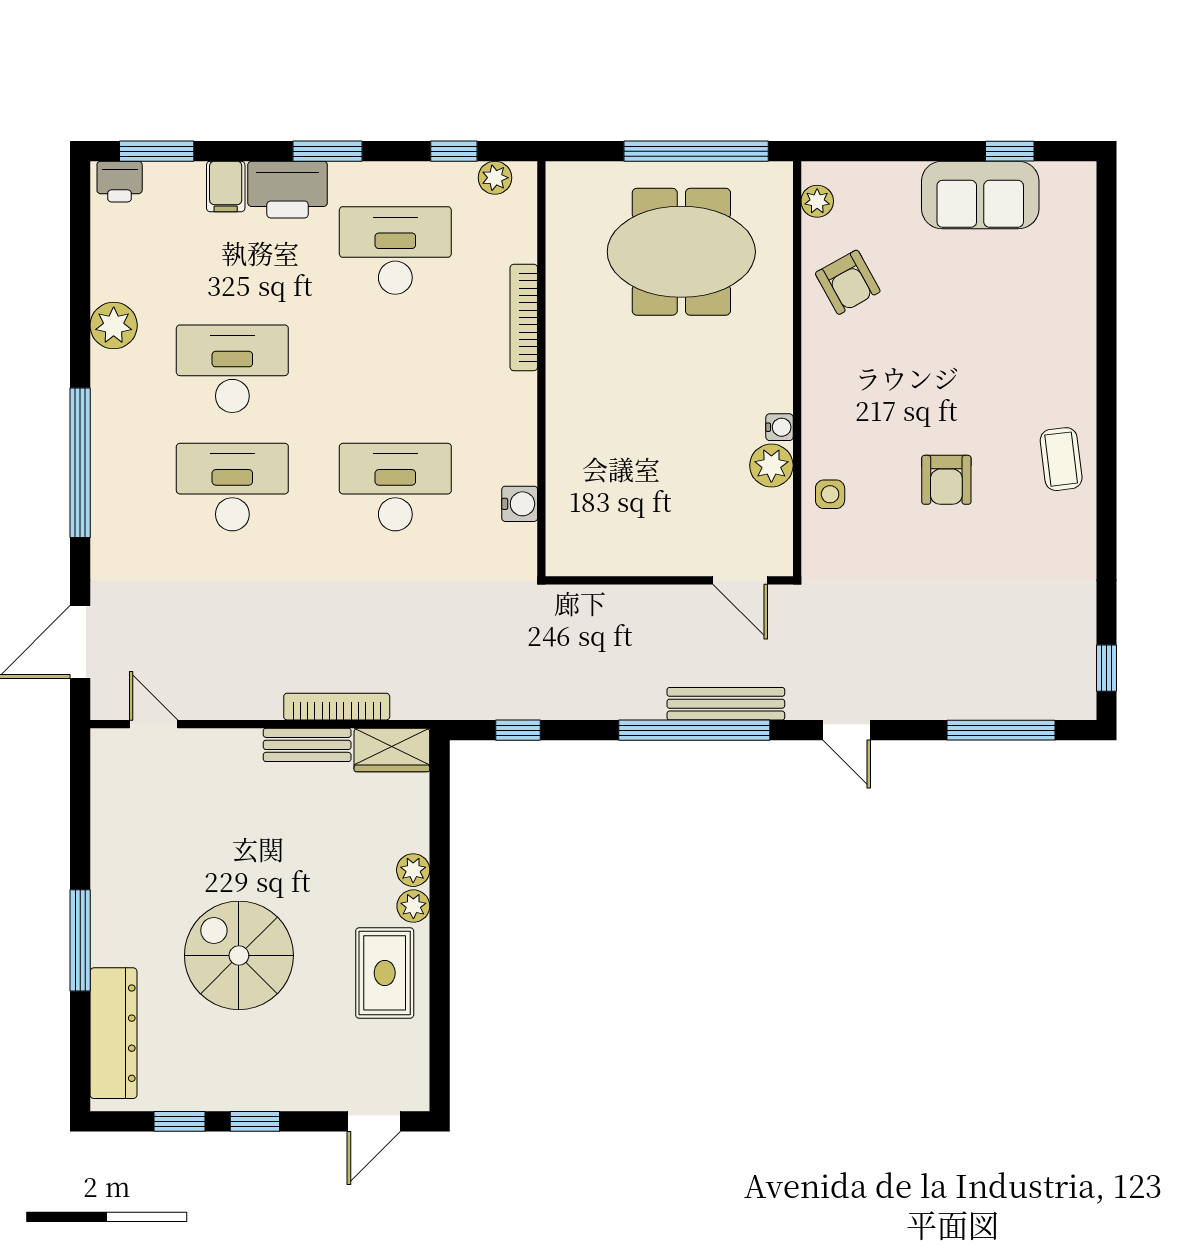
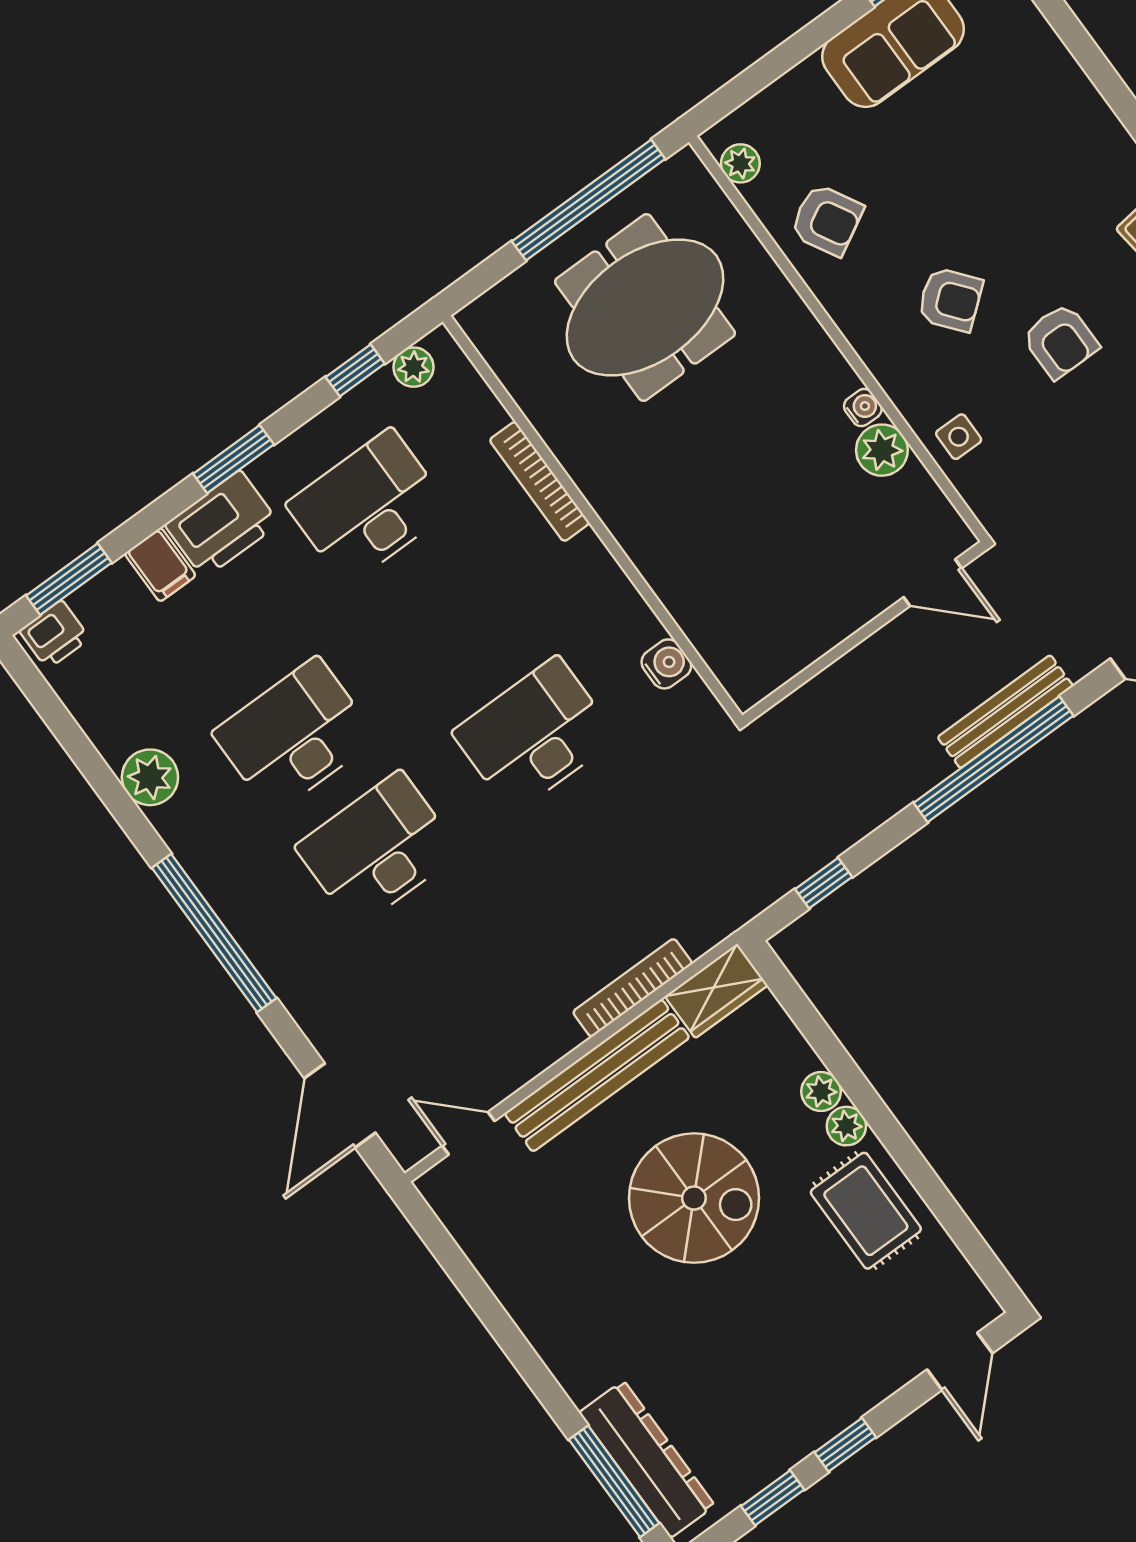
armchair: (892, 397) -> (950, 300), added
bench: (307, 745) -> (597, 1075), width x1.86, depth x1.21
window: (80, 940) -> (614, 1481), moved
spiral stairs: (239, 955) -> (694, 1198), moved, turned 180

